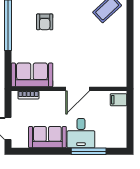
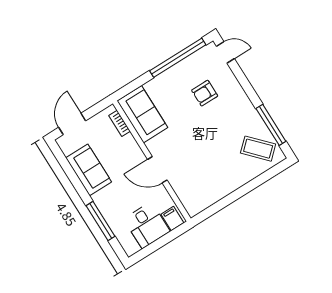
desk: (81, 133) -> (147, 225), moved, turned -90

